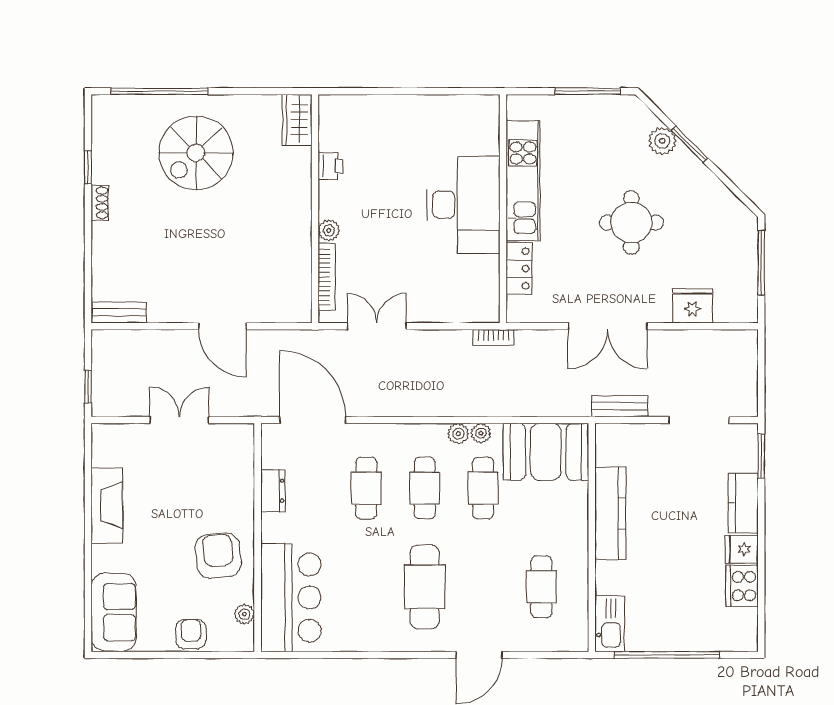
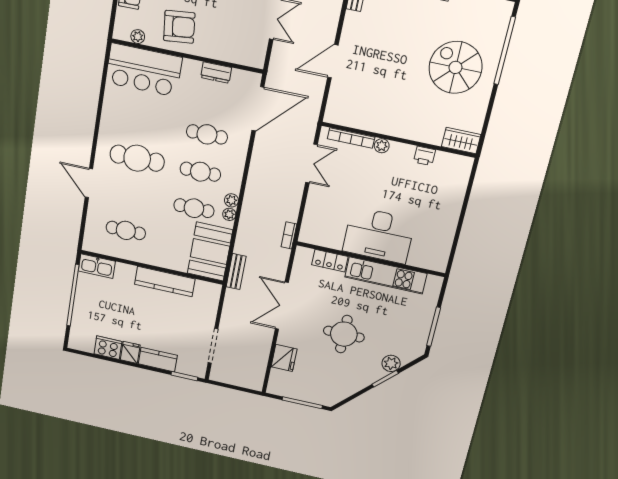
bench: (620, 406) -> (236, 272), moved

